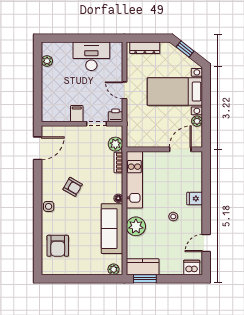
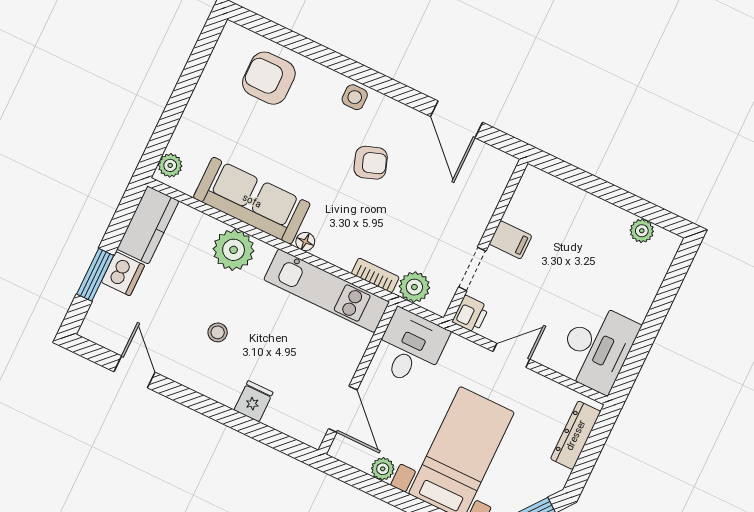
desk: (91, 56) -> (597, 348), moved
desk: (141, 134) -> (410, 348), added
door: (38, 148) -> (456, 119), moved
armchair: (73, 187) -> (371, 163), turned -139
fridge: (195, 199) -> (254, 401), moved
dishwasher: (192, 267) -> (123, 274), moved
window: (145, 279) -> (95, 275), moved

